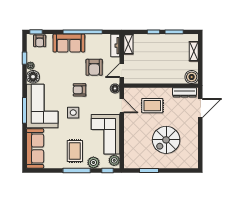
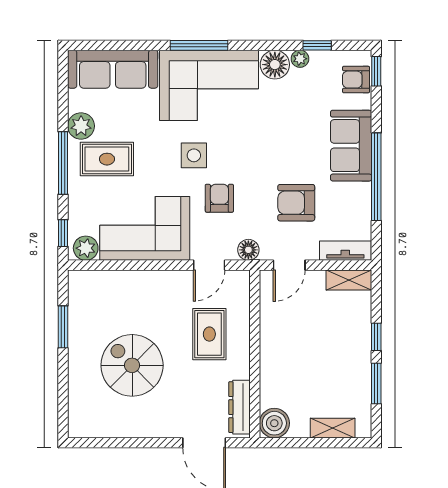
door: (122, 70) -> (289, 265), swing flipped
armchair: (80, 90) -> (219, 198), moved
plant: (93, 162) -> (81, 126), moved

